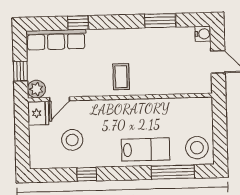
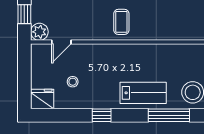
fridge: (38, 113) -> (42, 99), moved, turned -90
stool: (72, 140) -> (73, 82), width x0.53, depth x0.53
window: (87, 174) -> (102, 115), moved

